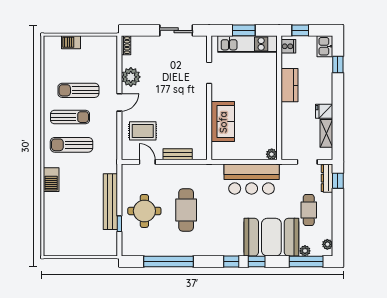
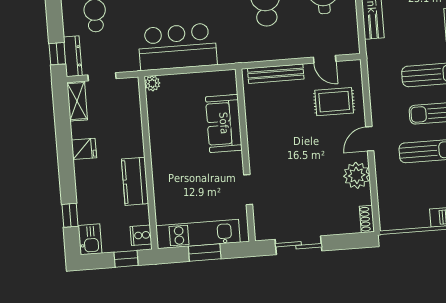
shelving: (326, 133) -> (77, 101), moved
bench: (178, 154) -> (276, 74), width x1.36

